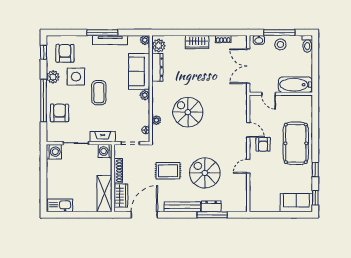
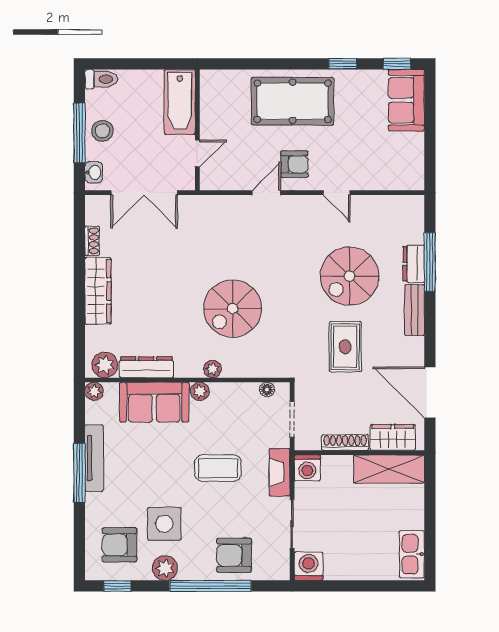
wardrobe: (197, 42) -> (98, 291), width x1.50
coffee table: (99, 93) -> (218, 468), moved
plant: (156, 120) -> (212, 369), moved
bench: (182, 207) -> (415, 310), width x0.73

